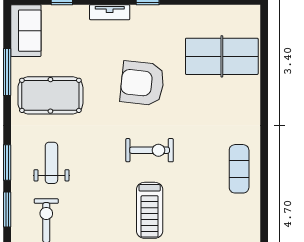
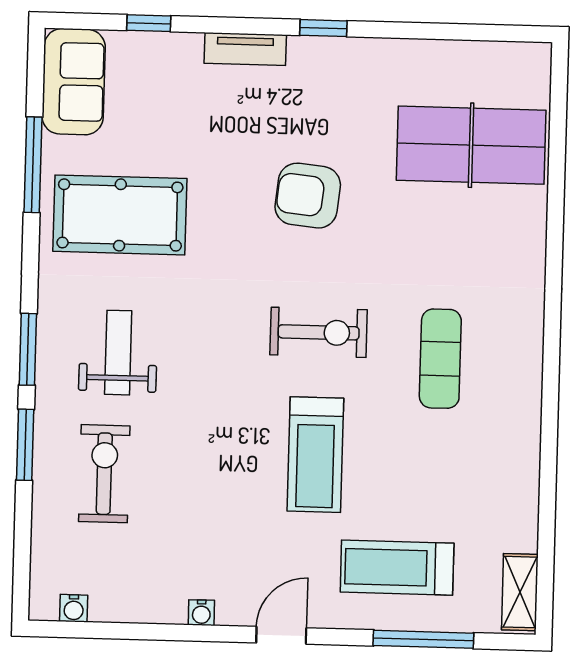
armchair: (142, 83) -> (308, 196), width x0.73, depth x0.73
exercise mat: (239, 169) -> (440, 359), moved

